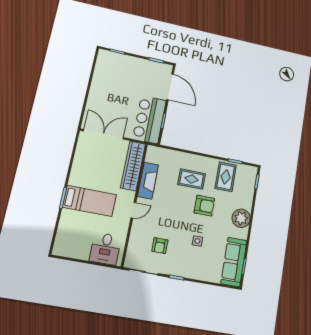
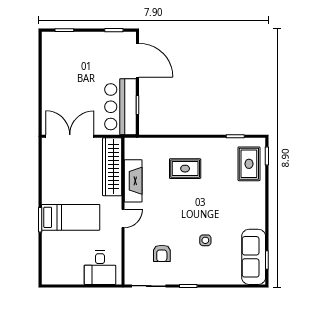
rug: (226, 177) -> (249, 164), moved
armchair: (204, 206) -> (206, 197), removed
plant: (241, 218) -> (254, 204), removed

